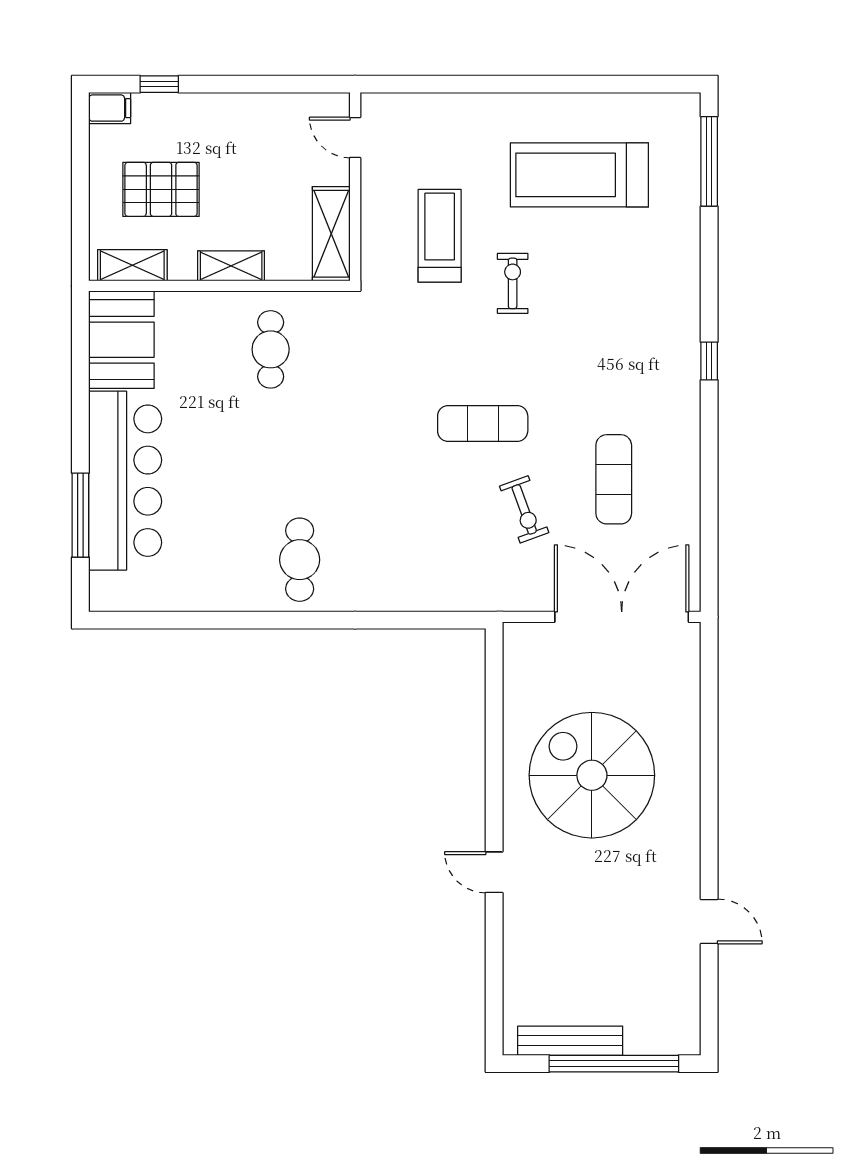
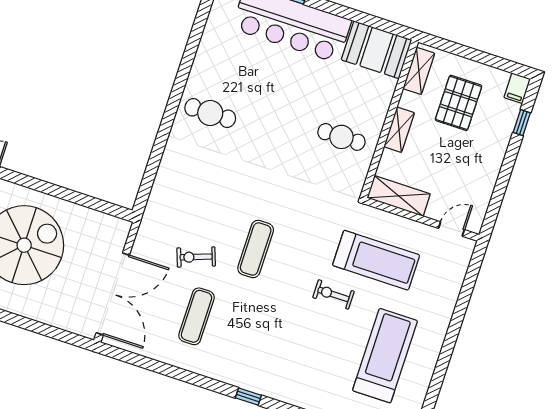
treadmill: (440, 236) -> (376, 260), width x1.37, depth x1.38
exercise bike: (513, 283) -> (333, 294), turned 180
exercise mat: (614, 479) -> (197, 316), turned 90

